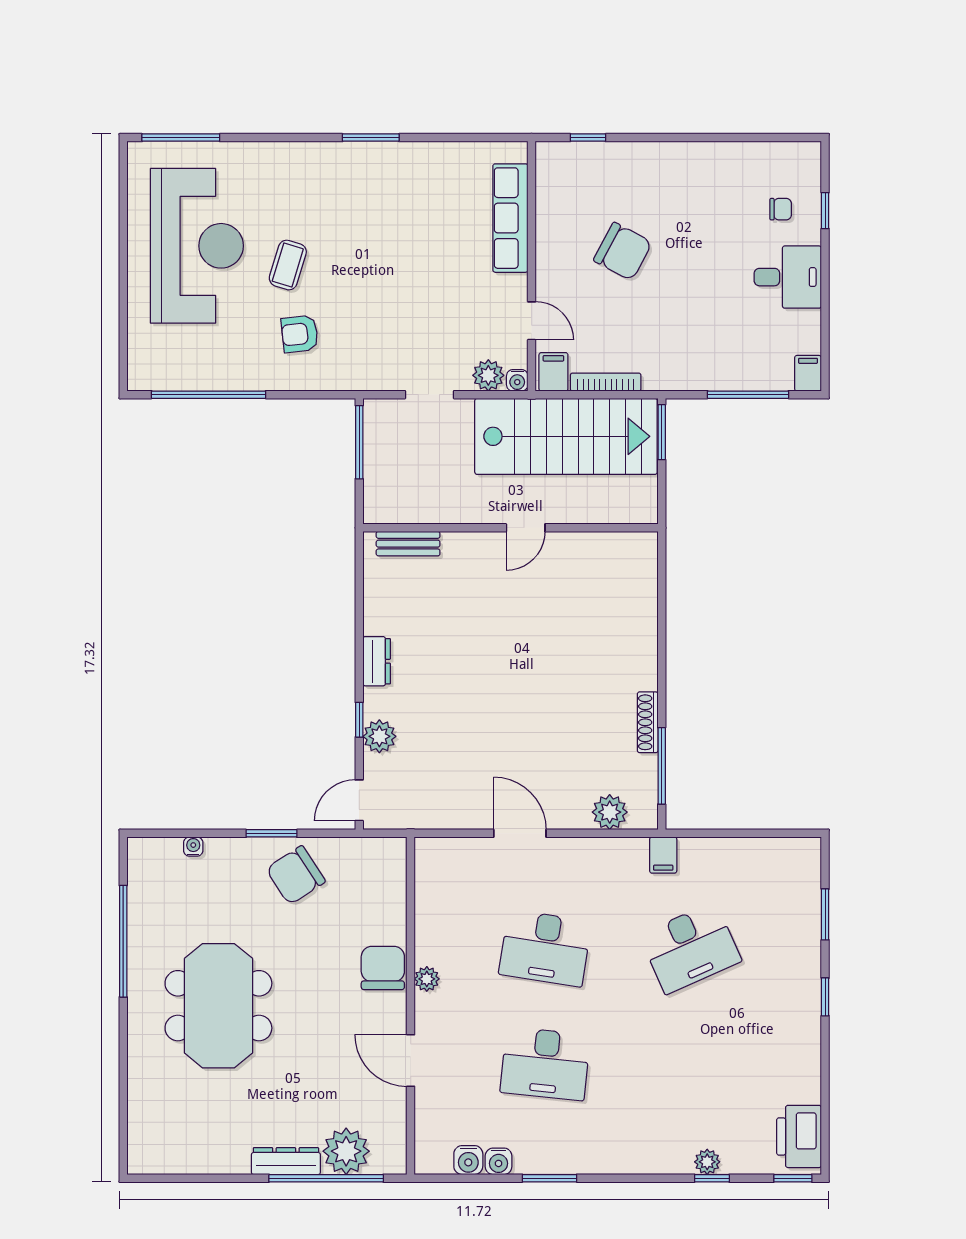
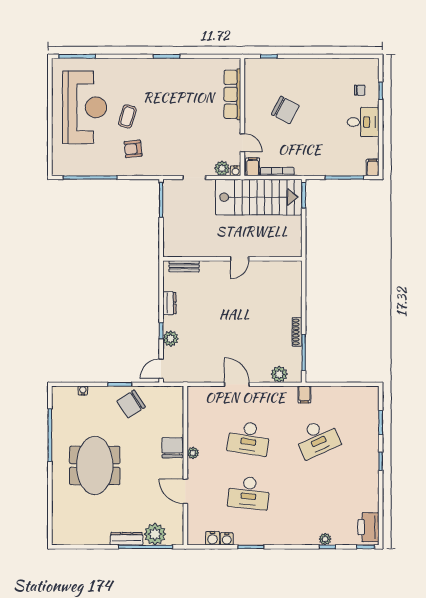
wall: (510, 528) -> (232, 259), moved
door: (526, 528) -> (240, 259), moved
bench: (408, 544) -> (184, 266), moved

